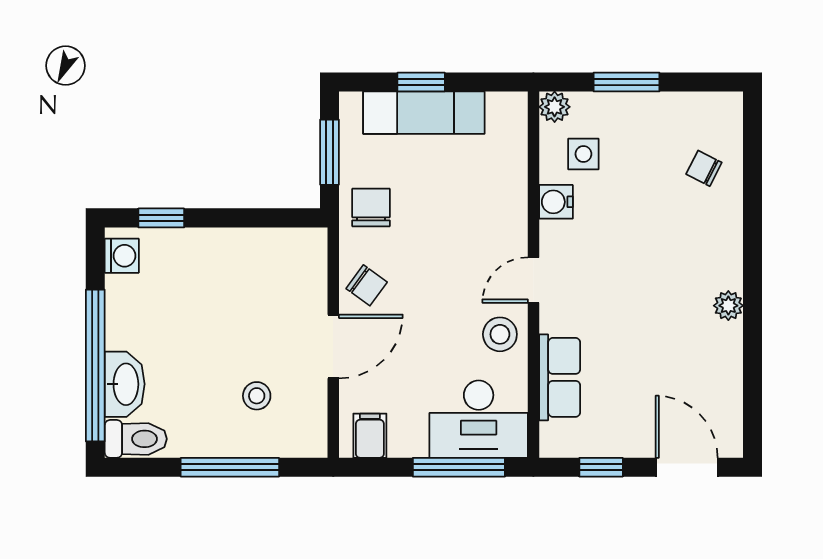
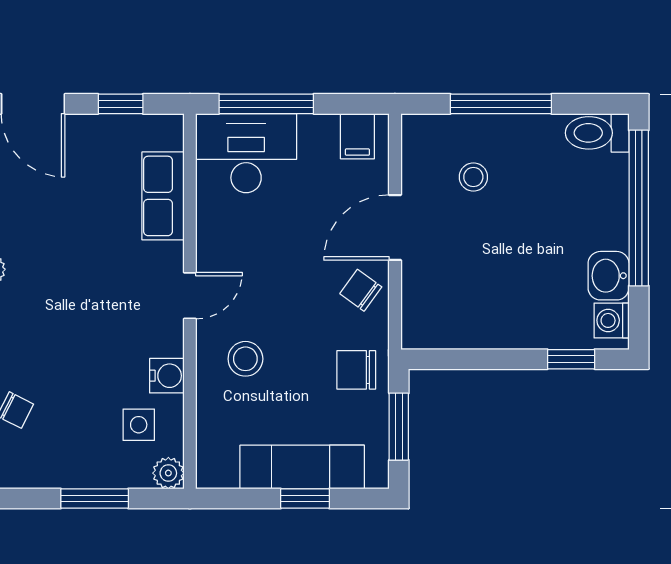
chair: (371, 207) -> (356, 370), turned 90
stool: (500, 334) -> (245, 359), moved
washbasin: (125, 384) -> (609, 276), moved, width x0.72

